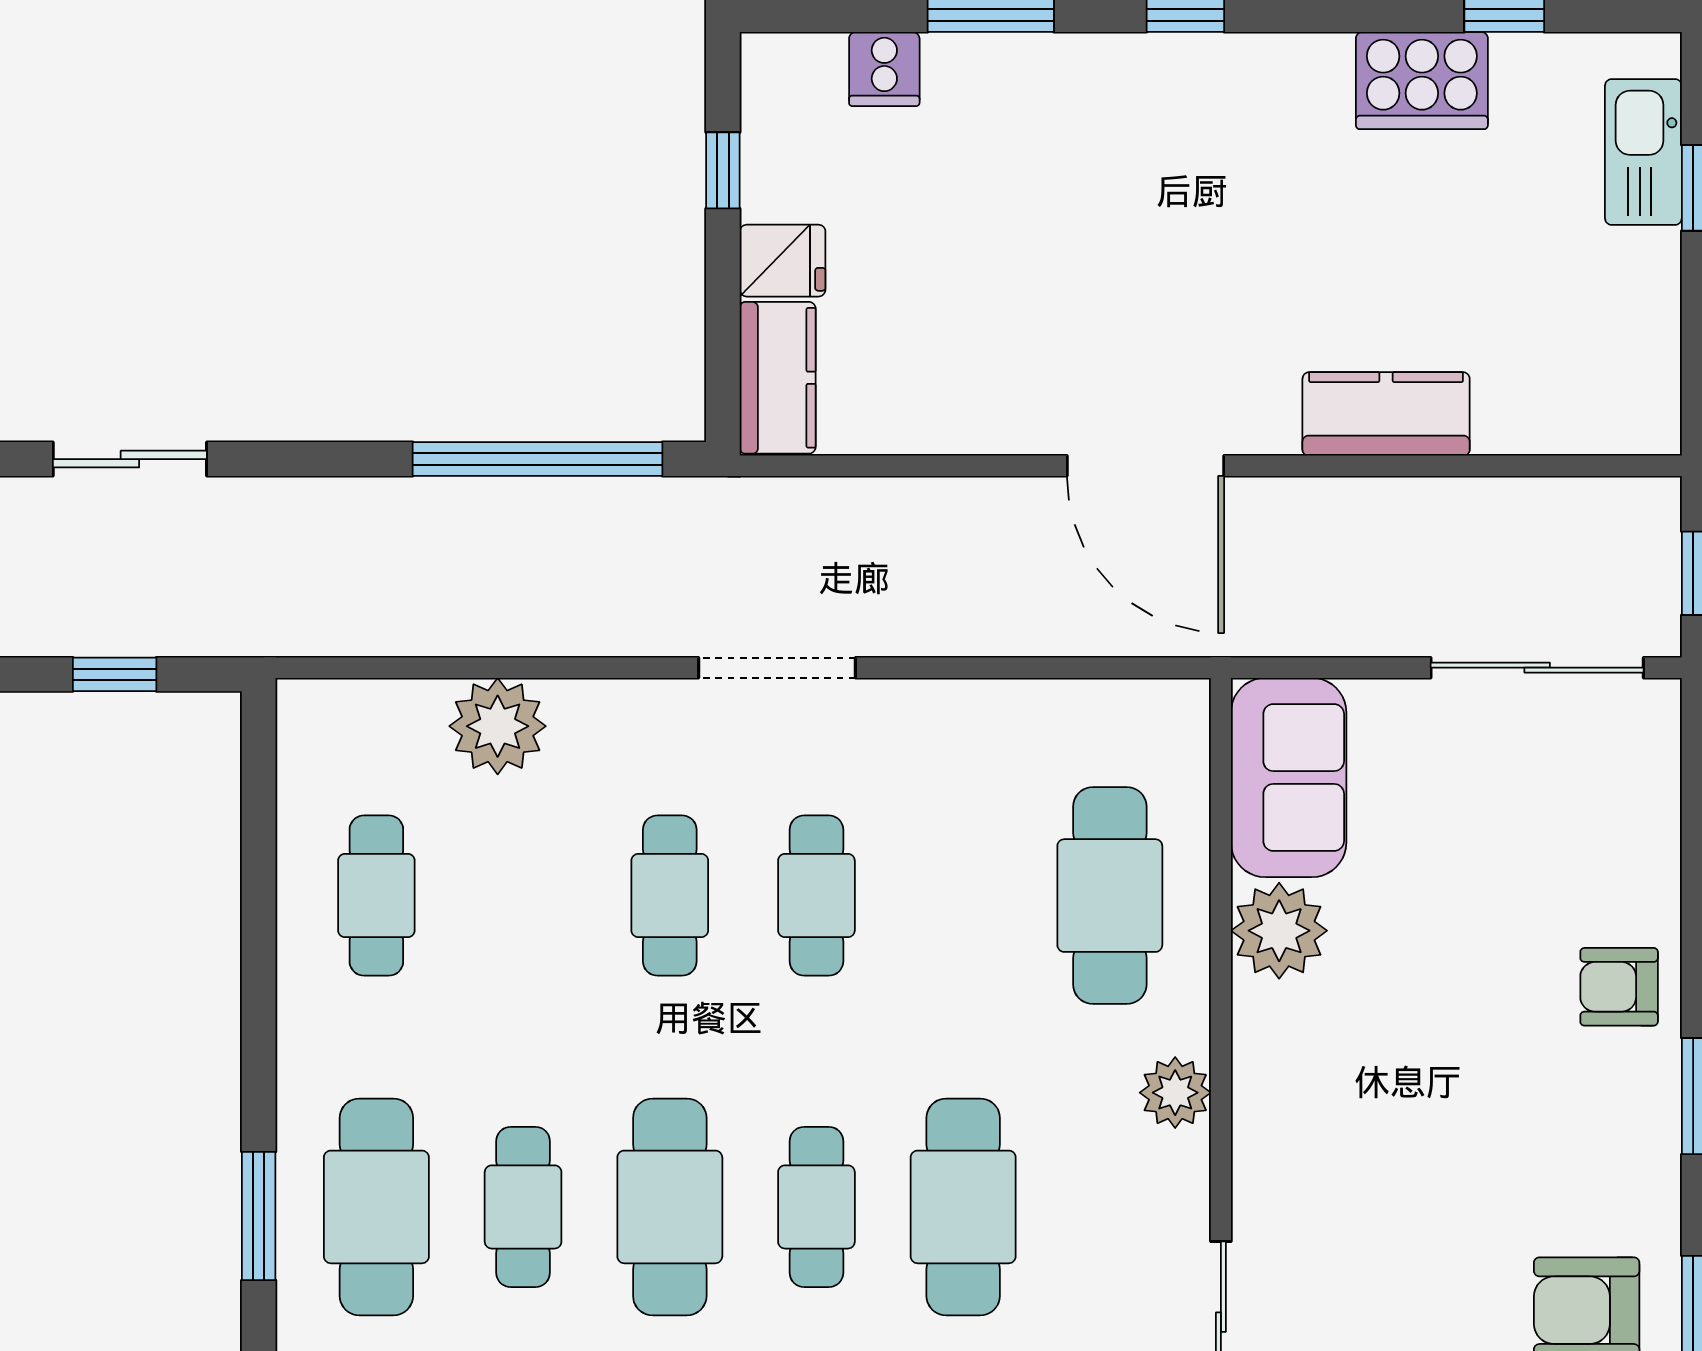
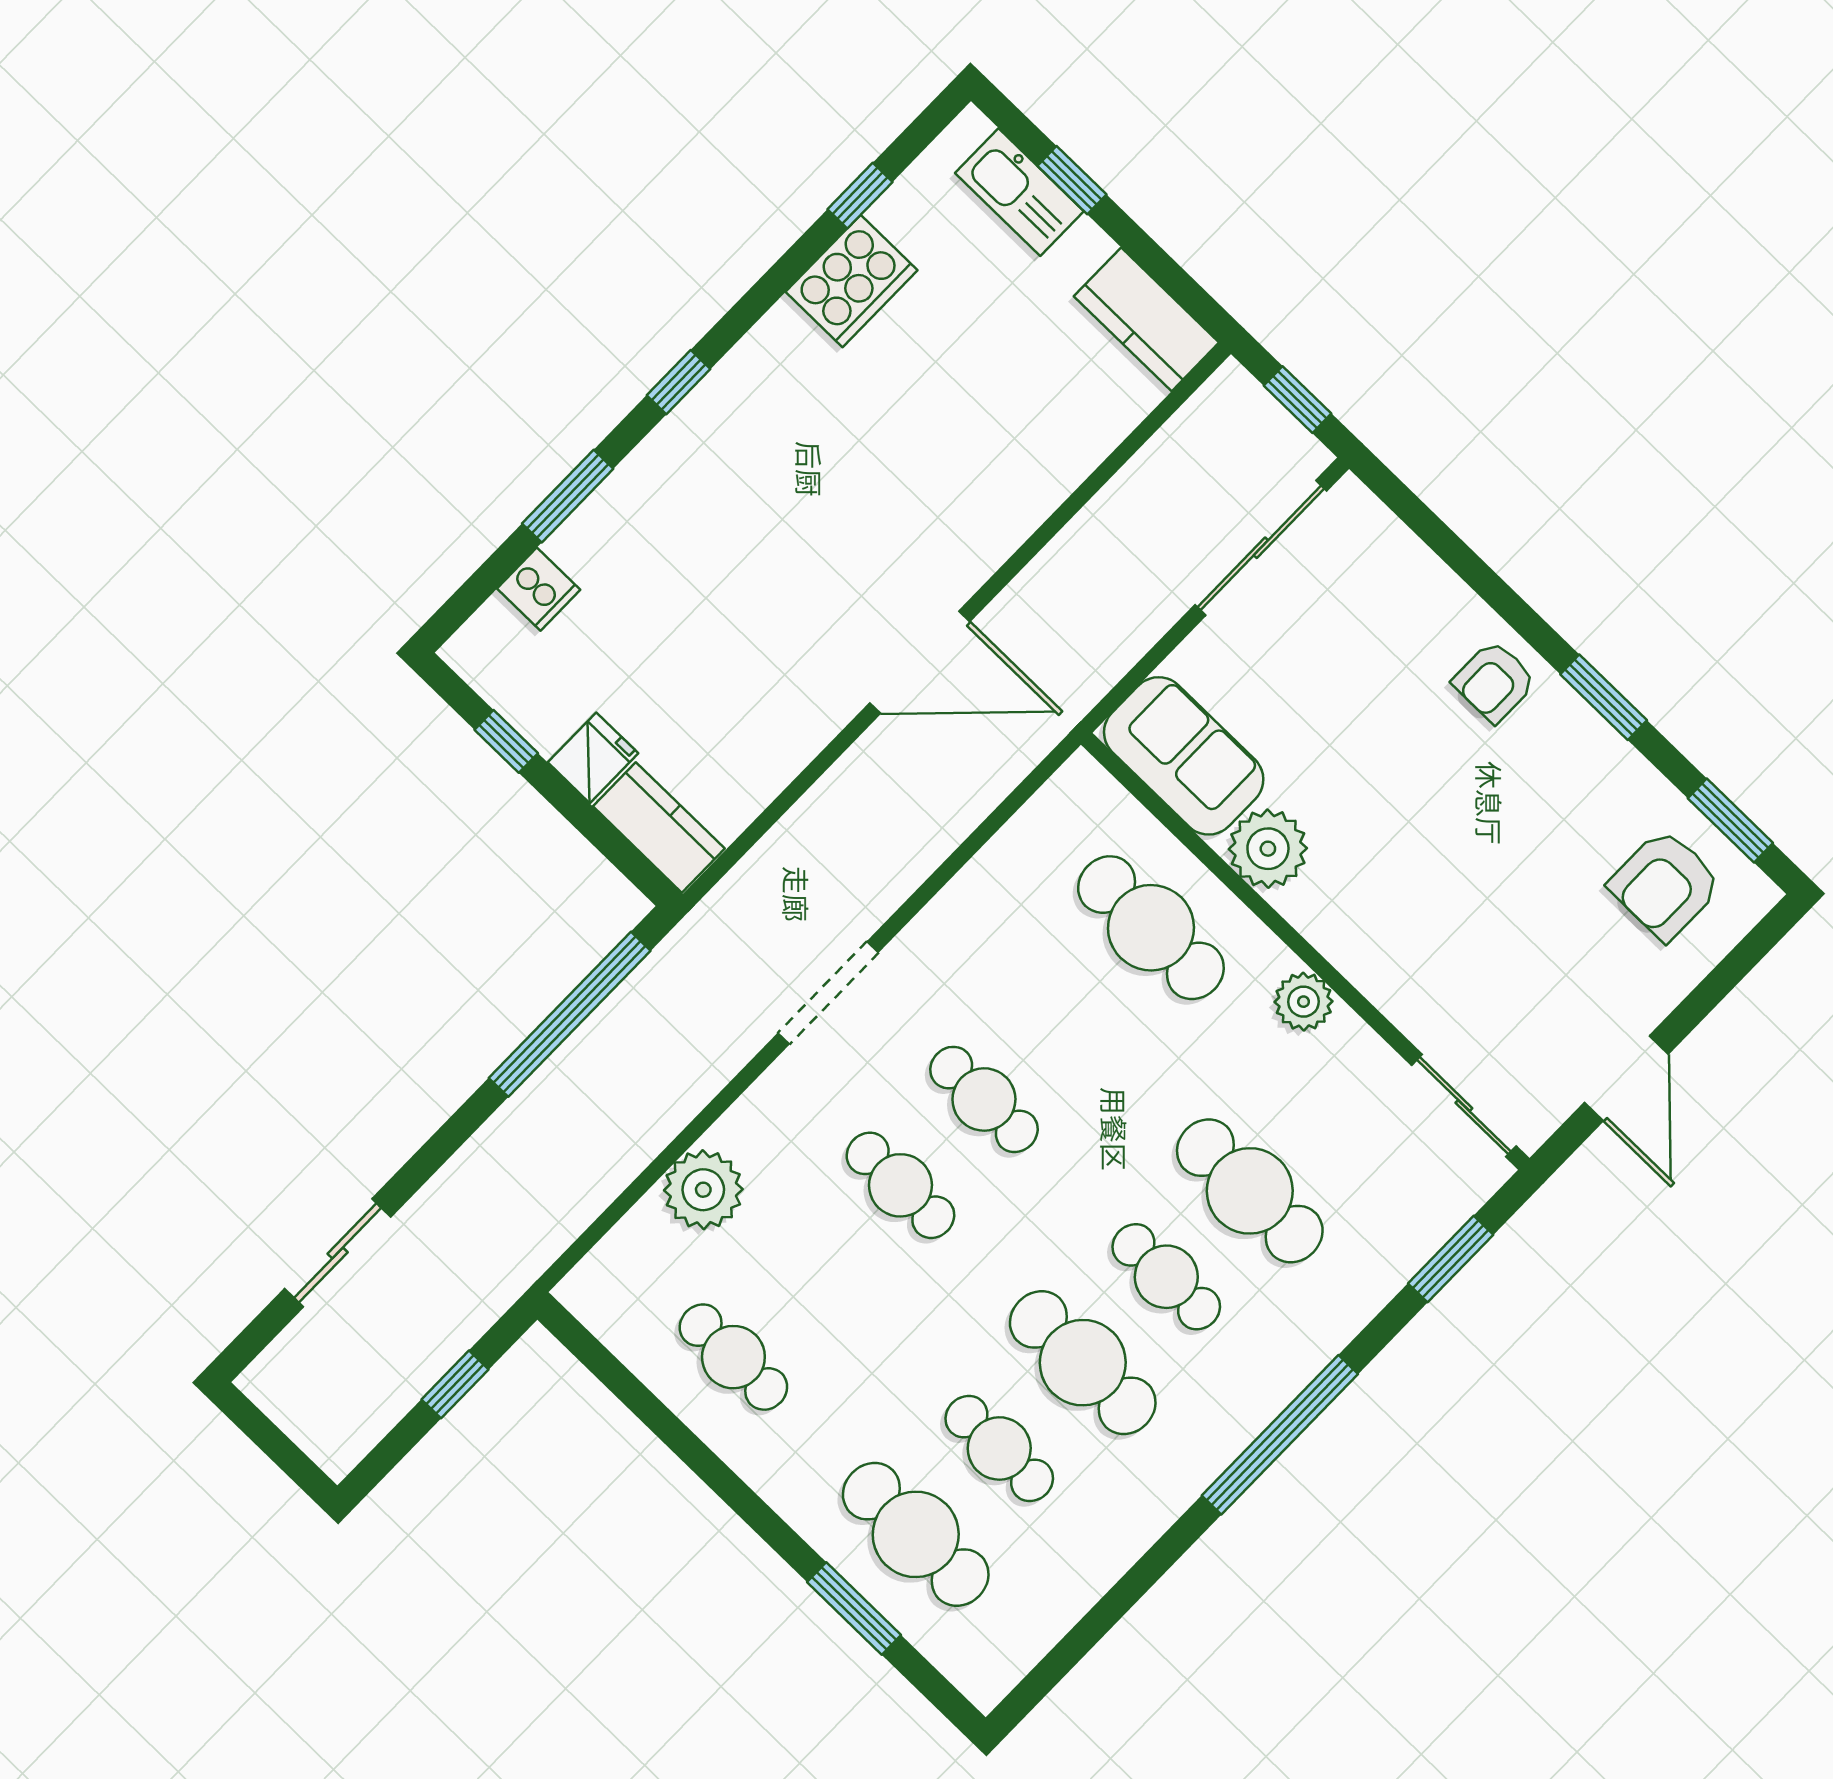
kitchen counter: (1386, 414) -> (1146, 319), moved, turned -90

